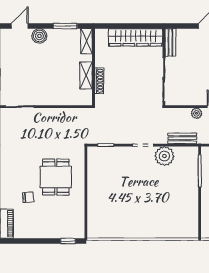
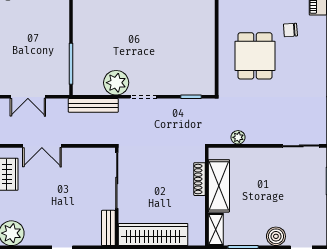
shelving: (86, 75) -> (219, 186), width x1.50, depth x1.33
plant: (197, 113) -> (238, 137), moved
bench: (182, 138) -> (93, 105), width x1.36

